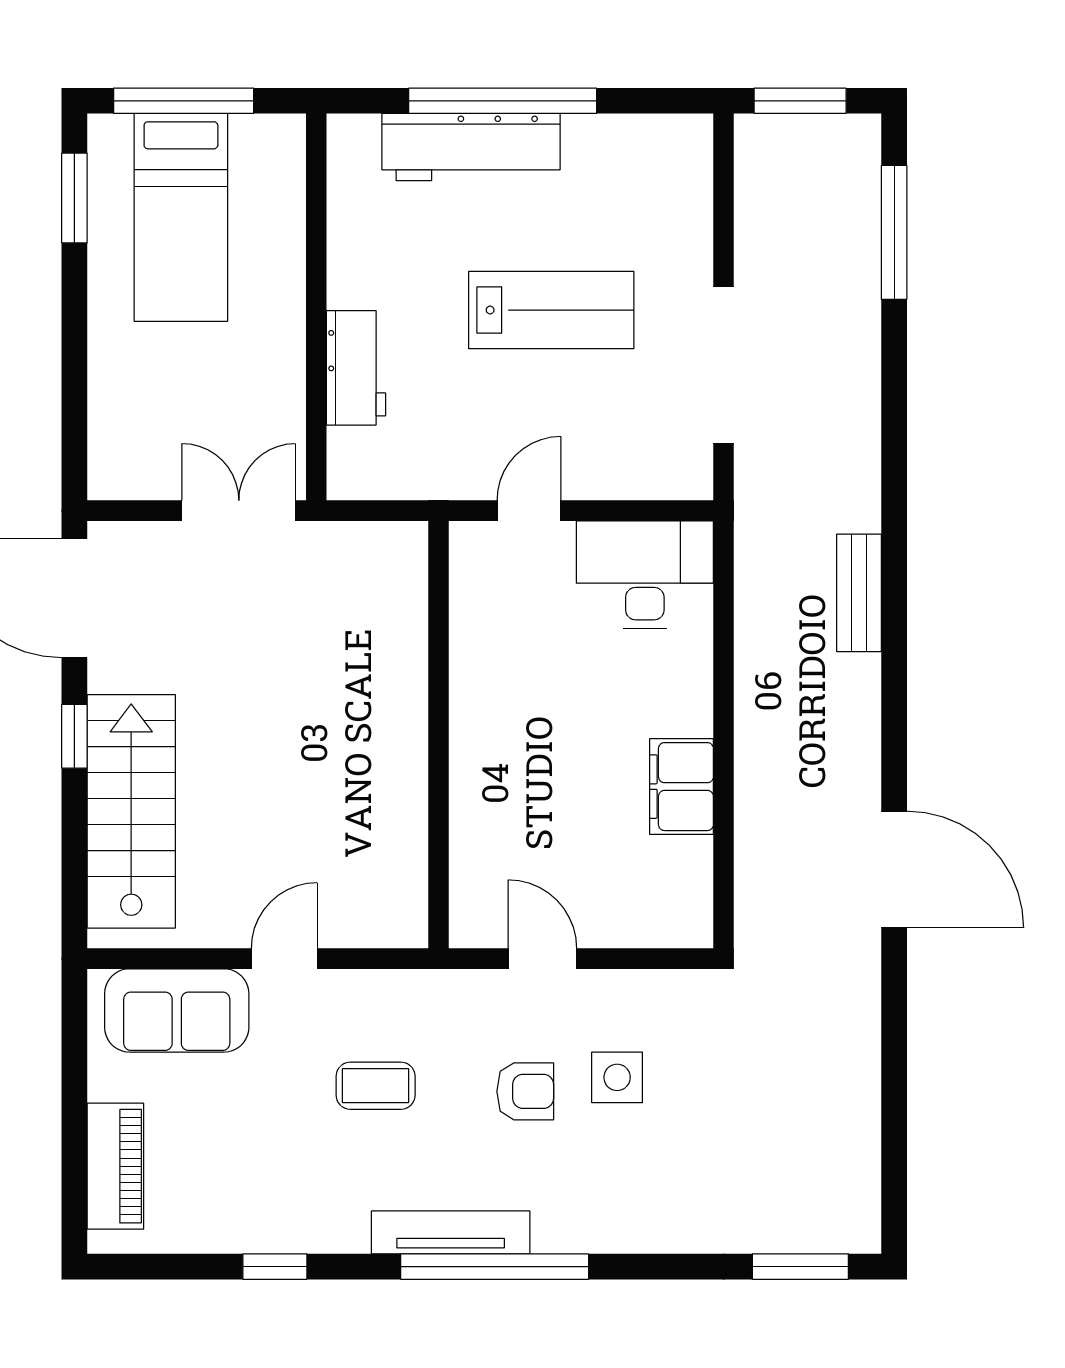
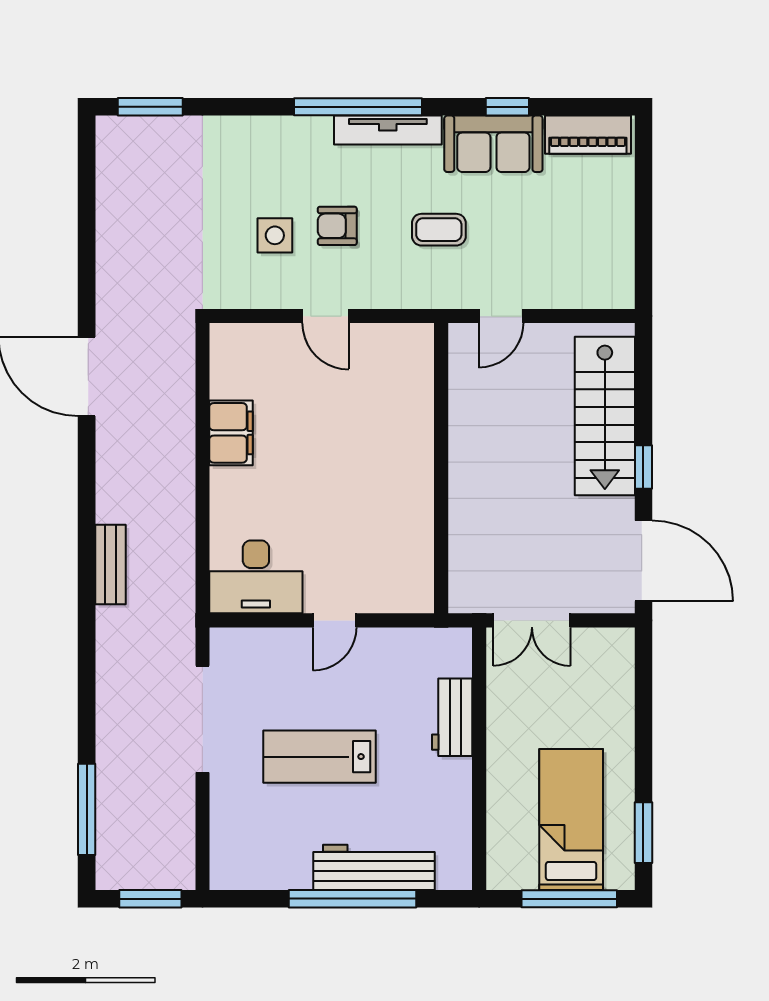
wall: (438, 735) -> (441, 468), moved
sofa: (177, 1010) -> (493, 144), moved, turned 180
piano: (115, 1166) -> (588, 135), moved, turned -90

